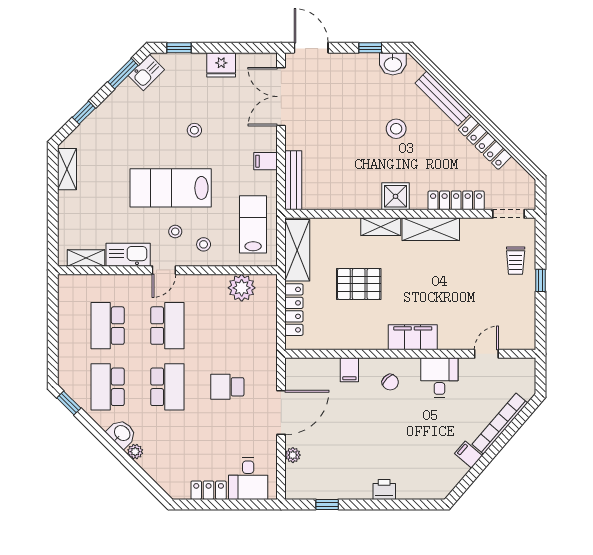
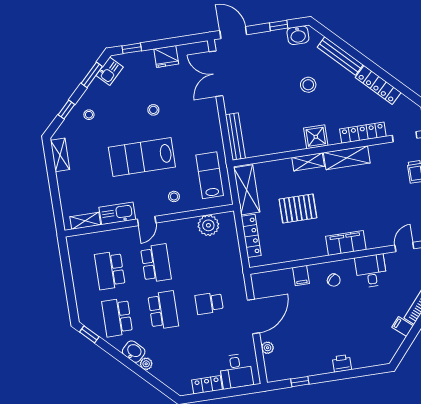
filing cabinet: (266, 161) -> (212, 125), removed
stool: (175, 232) -> (89, 115), moved

